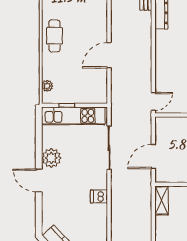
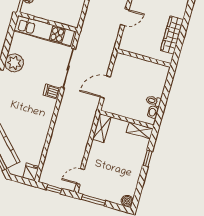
door: (153, 101) -> (125, 17), moved
dishwasher: (99, 196) -> (52, 92), moved

